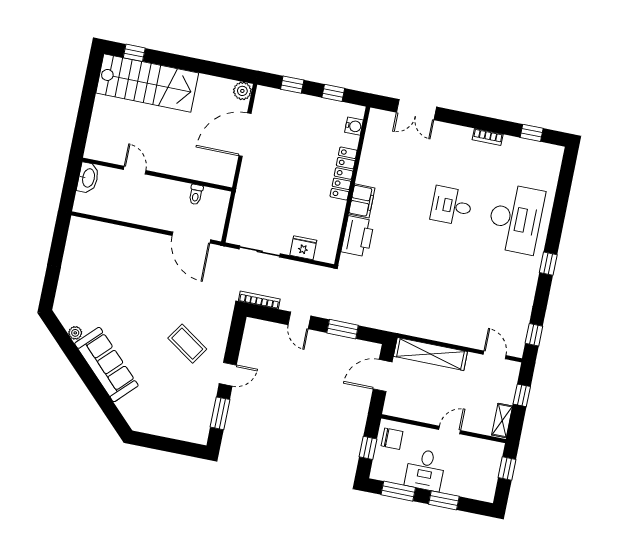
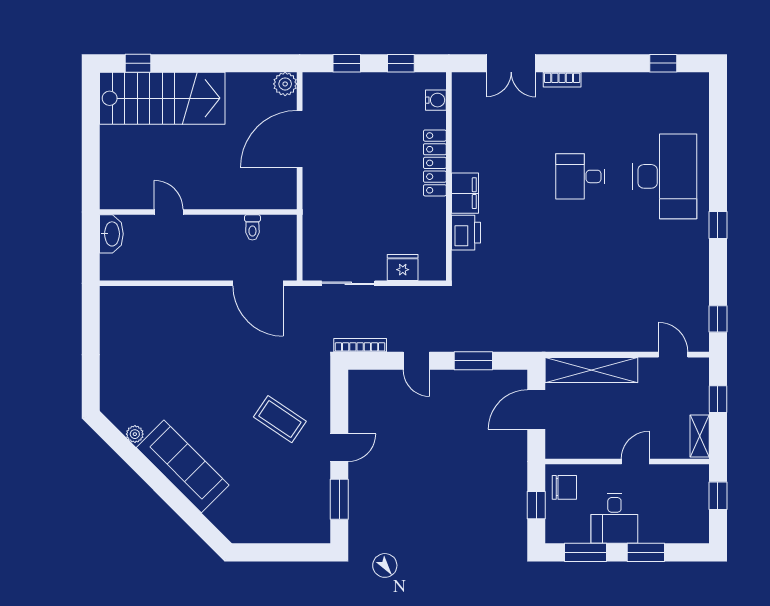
bookcase: (488, 137) -> (562, 80), moved
printer: (358, 236) -> (466, 233), width x0.73, depth x0.84

